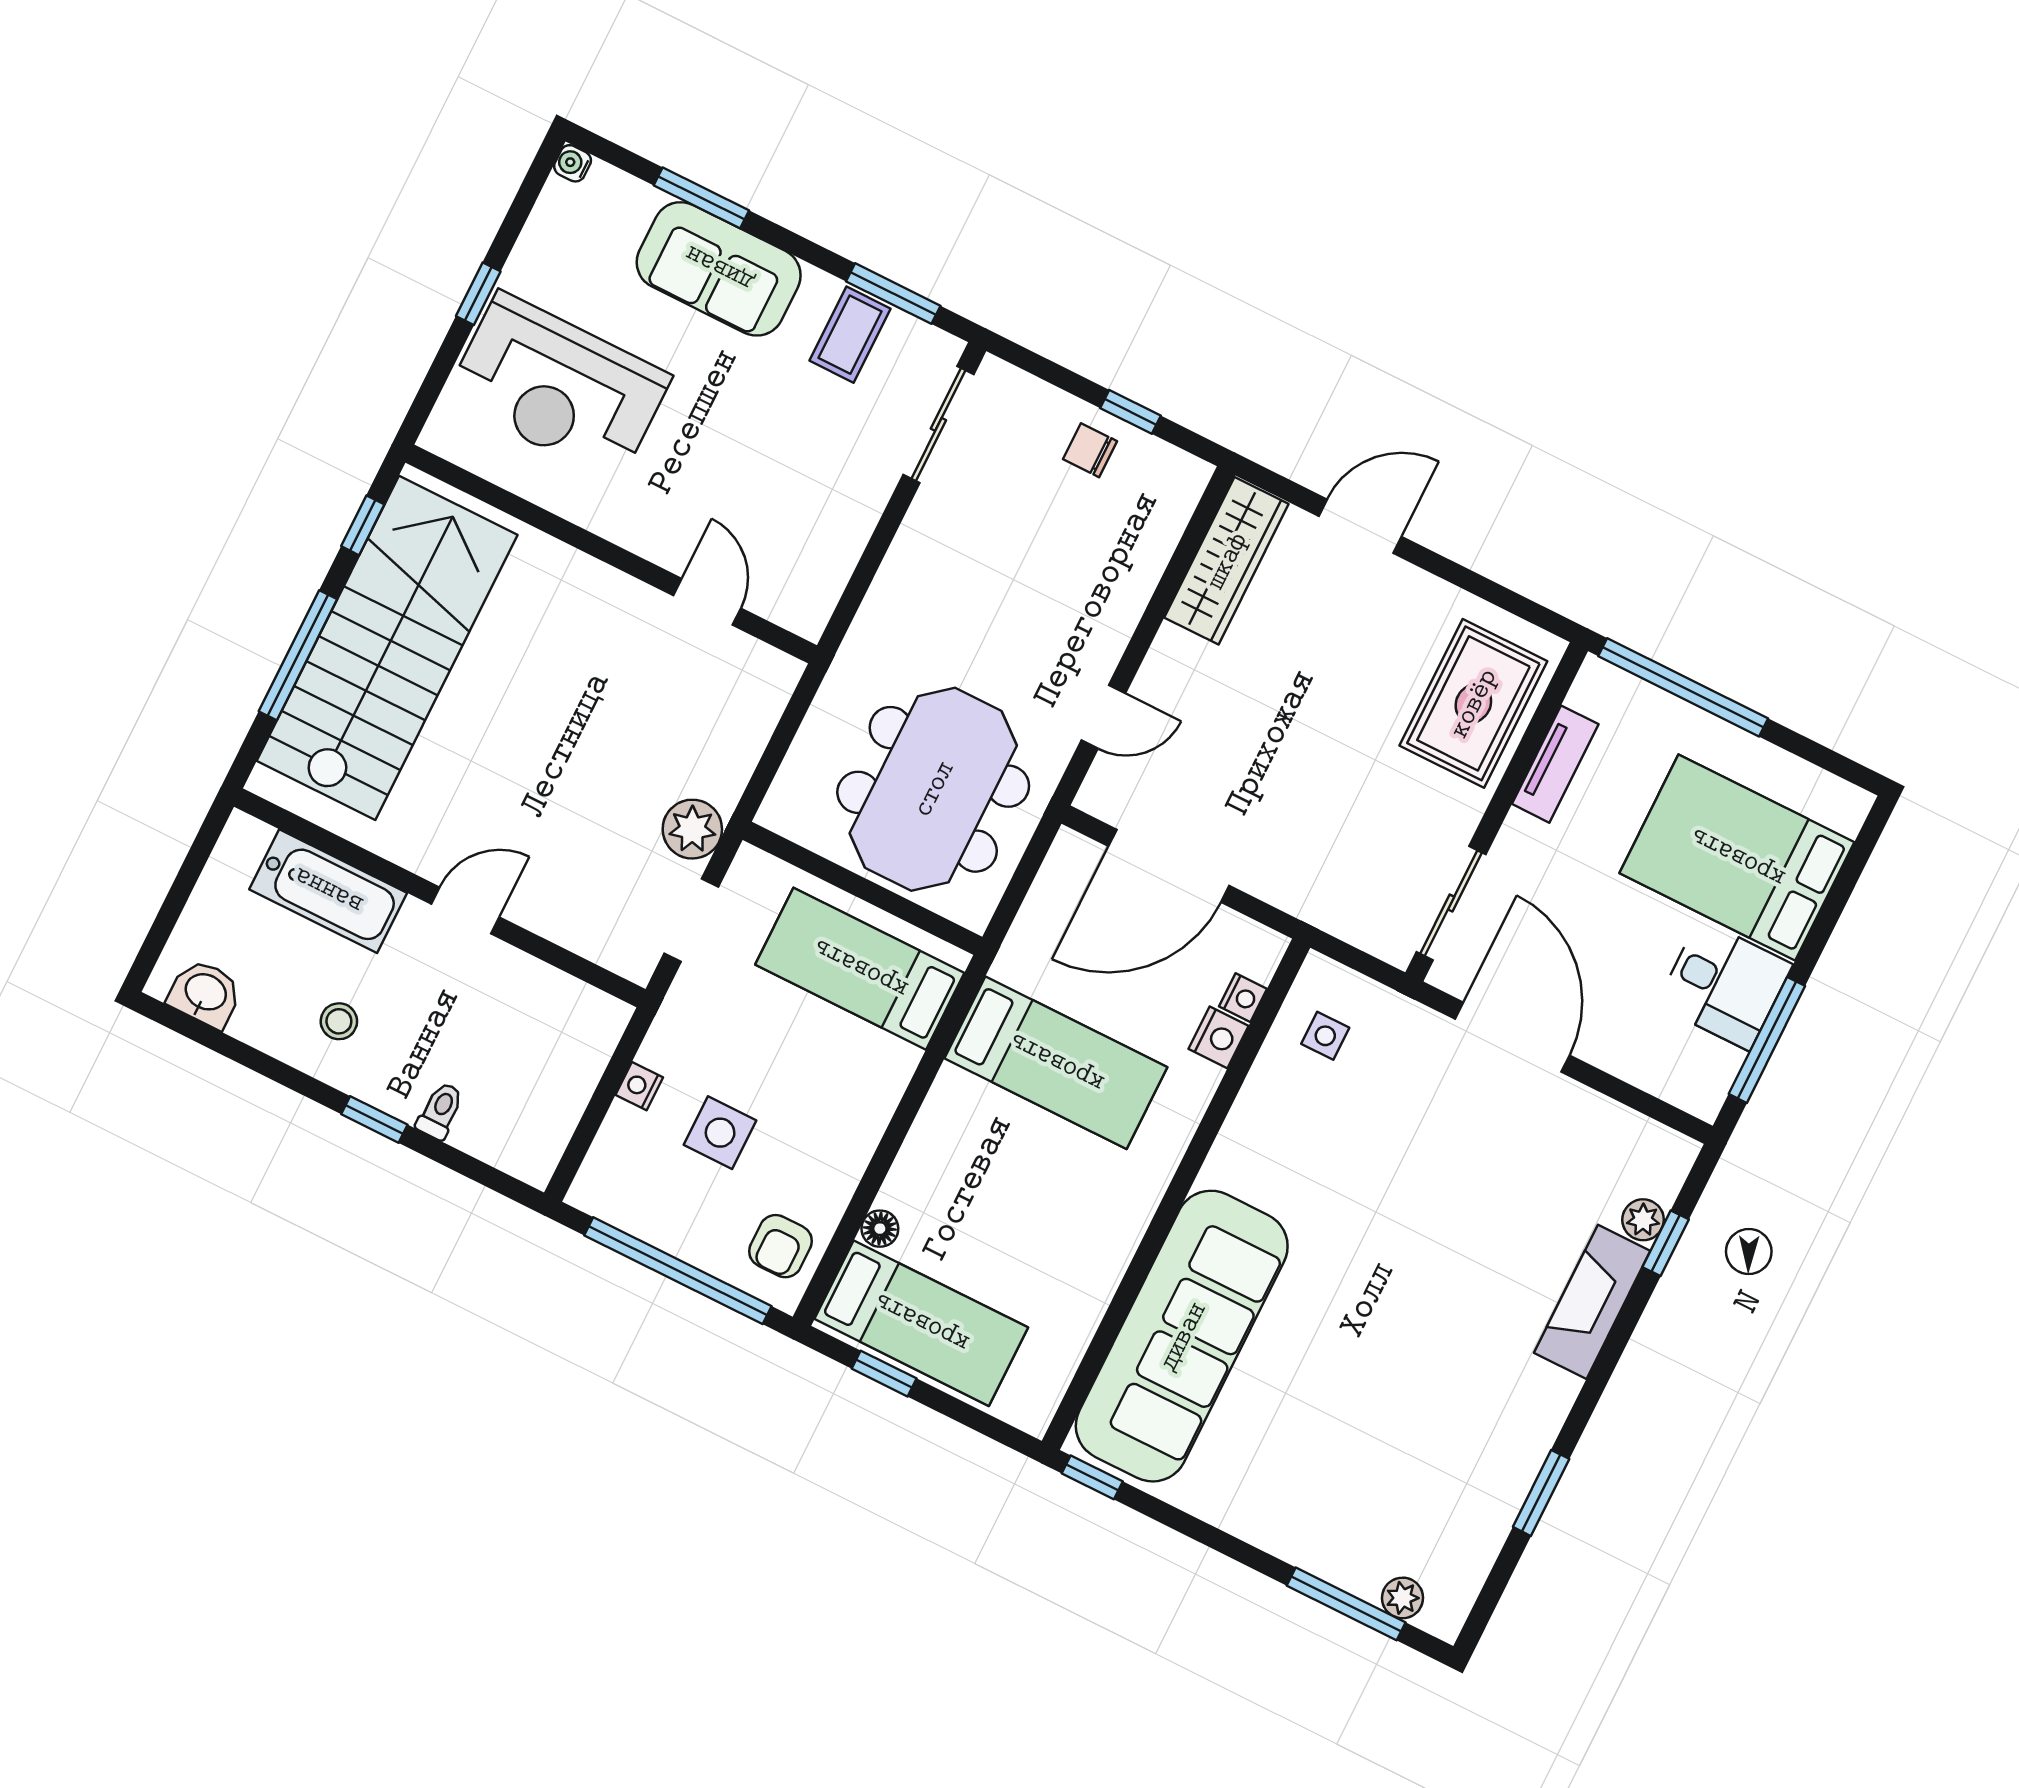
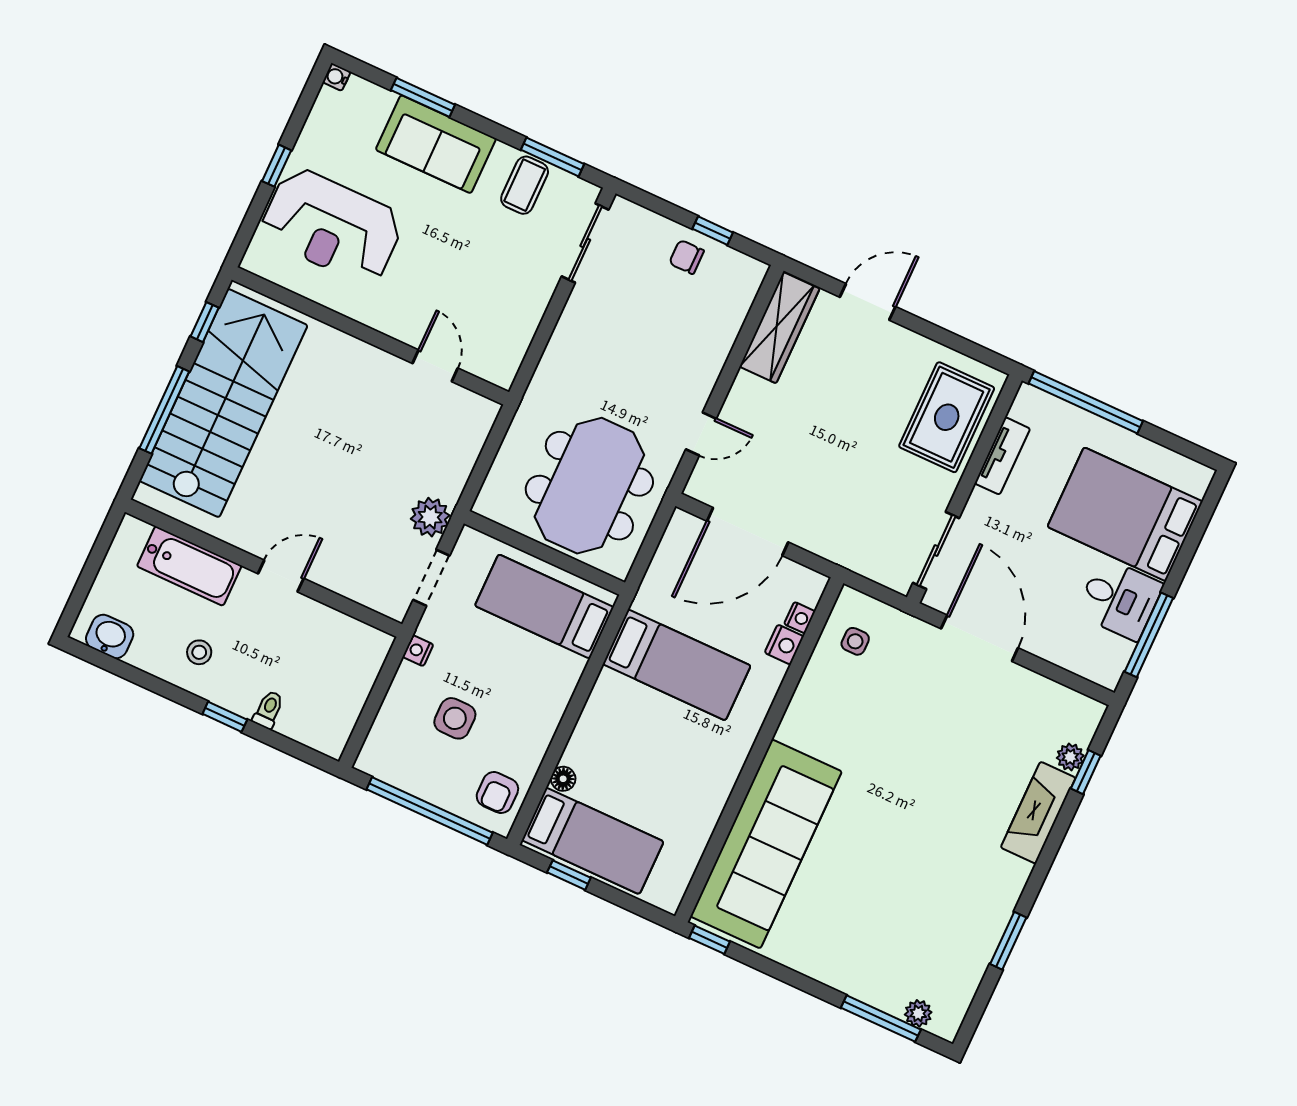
nightstand: (639, 1086) -> (418, 651), moved

